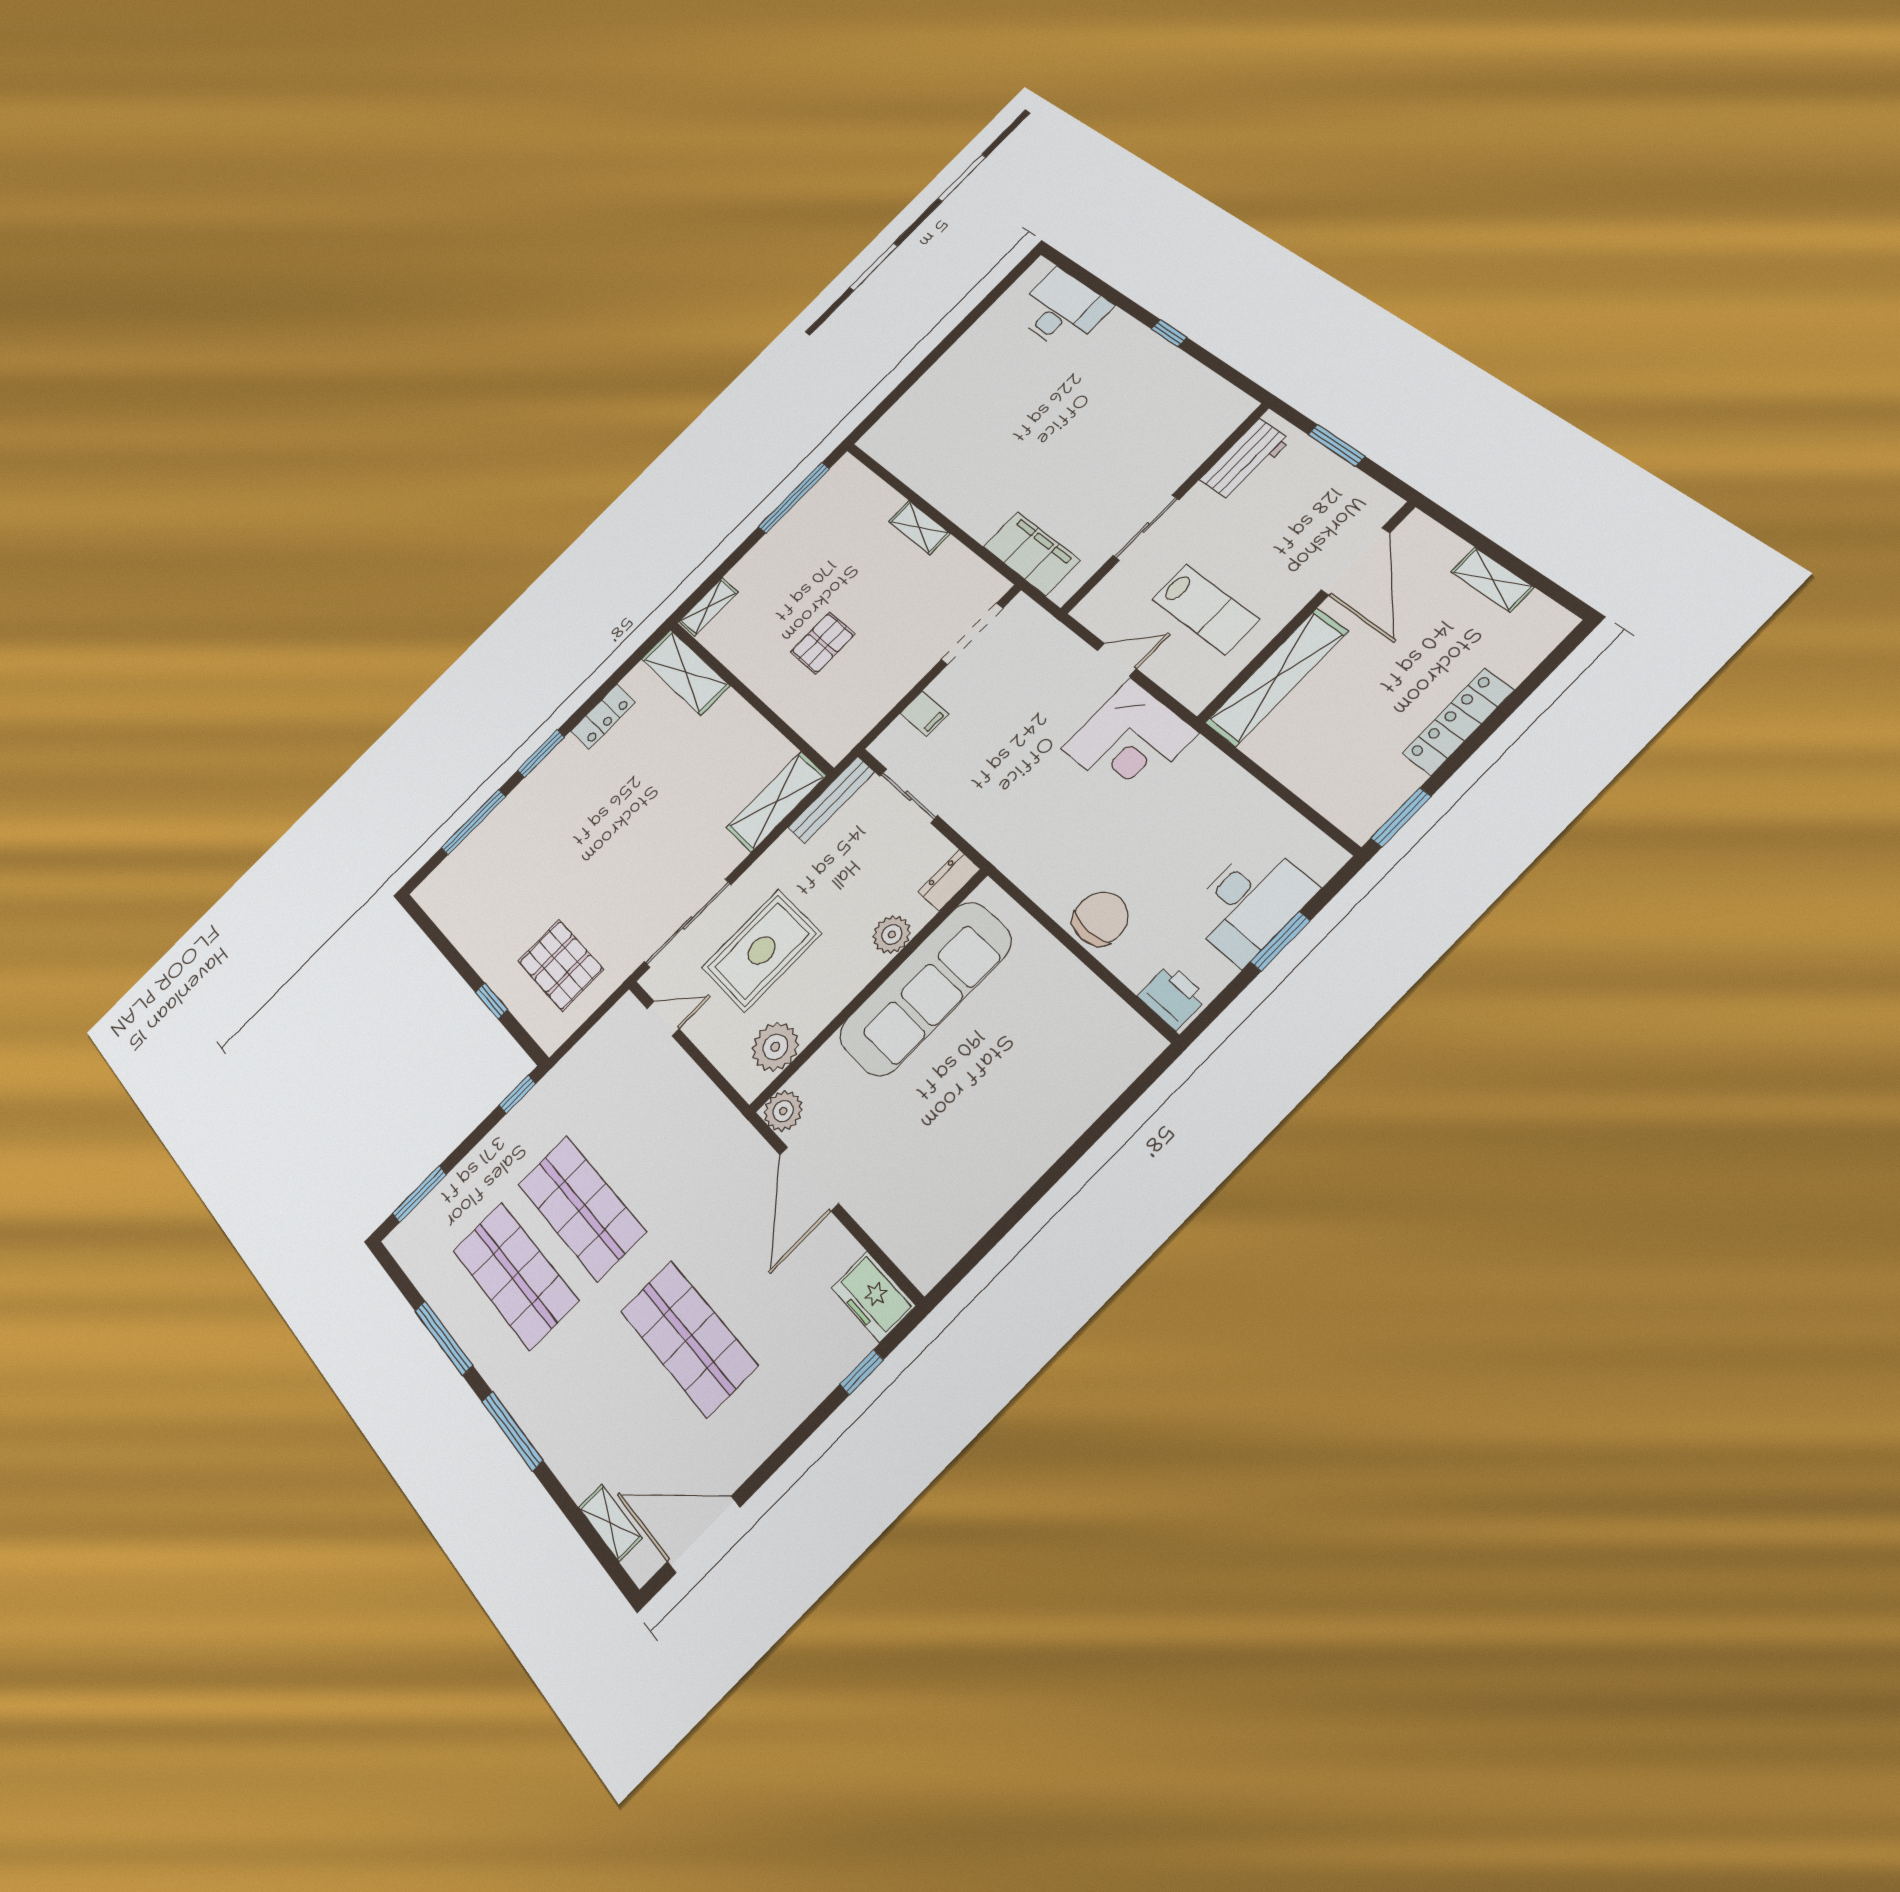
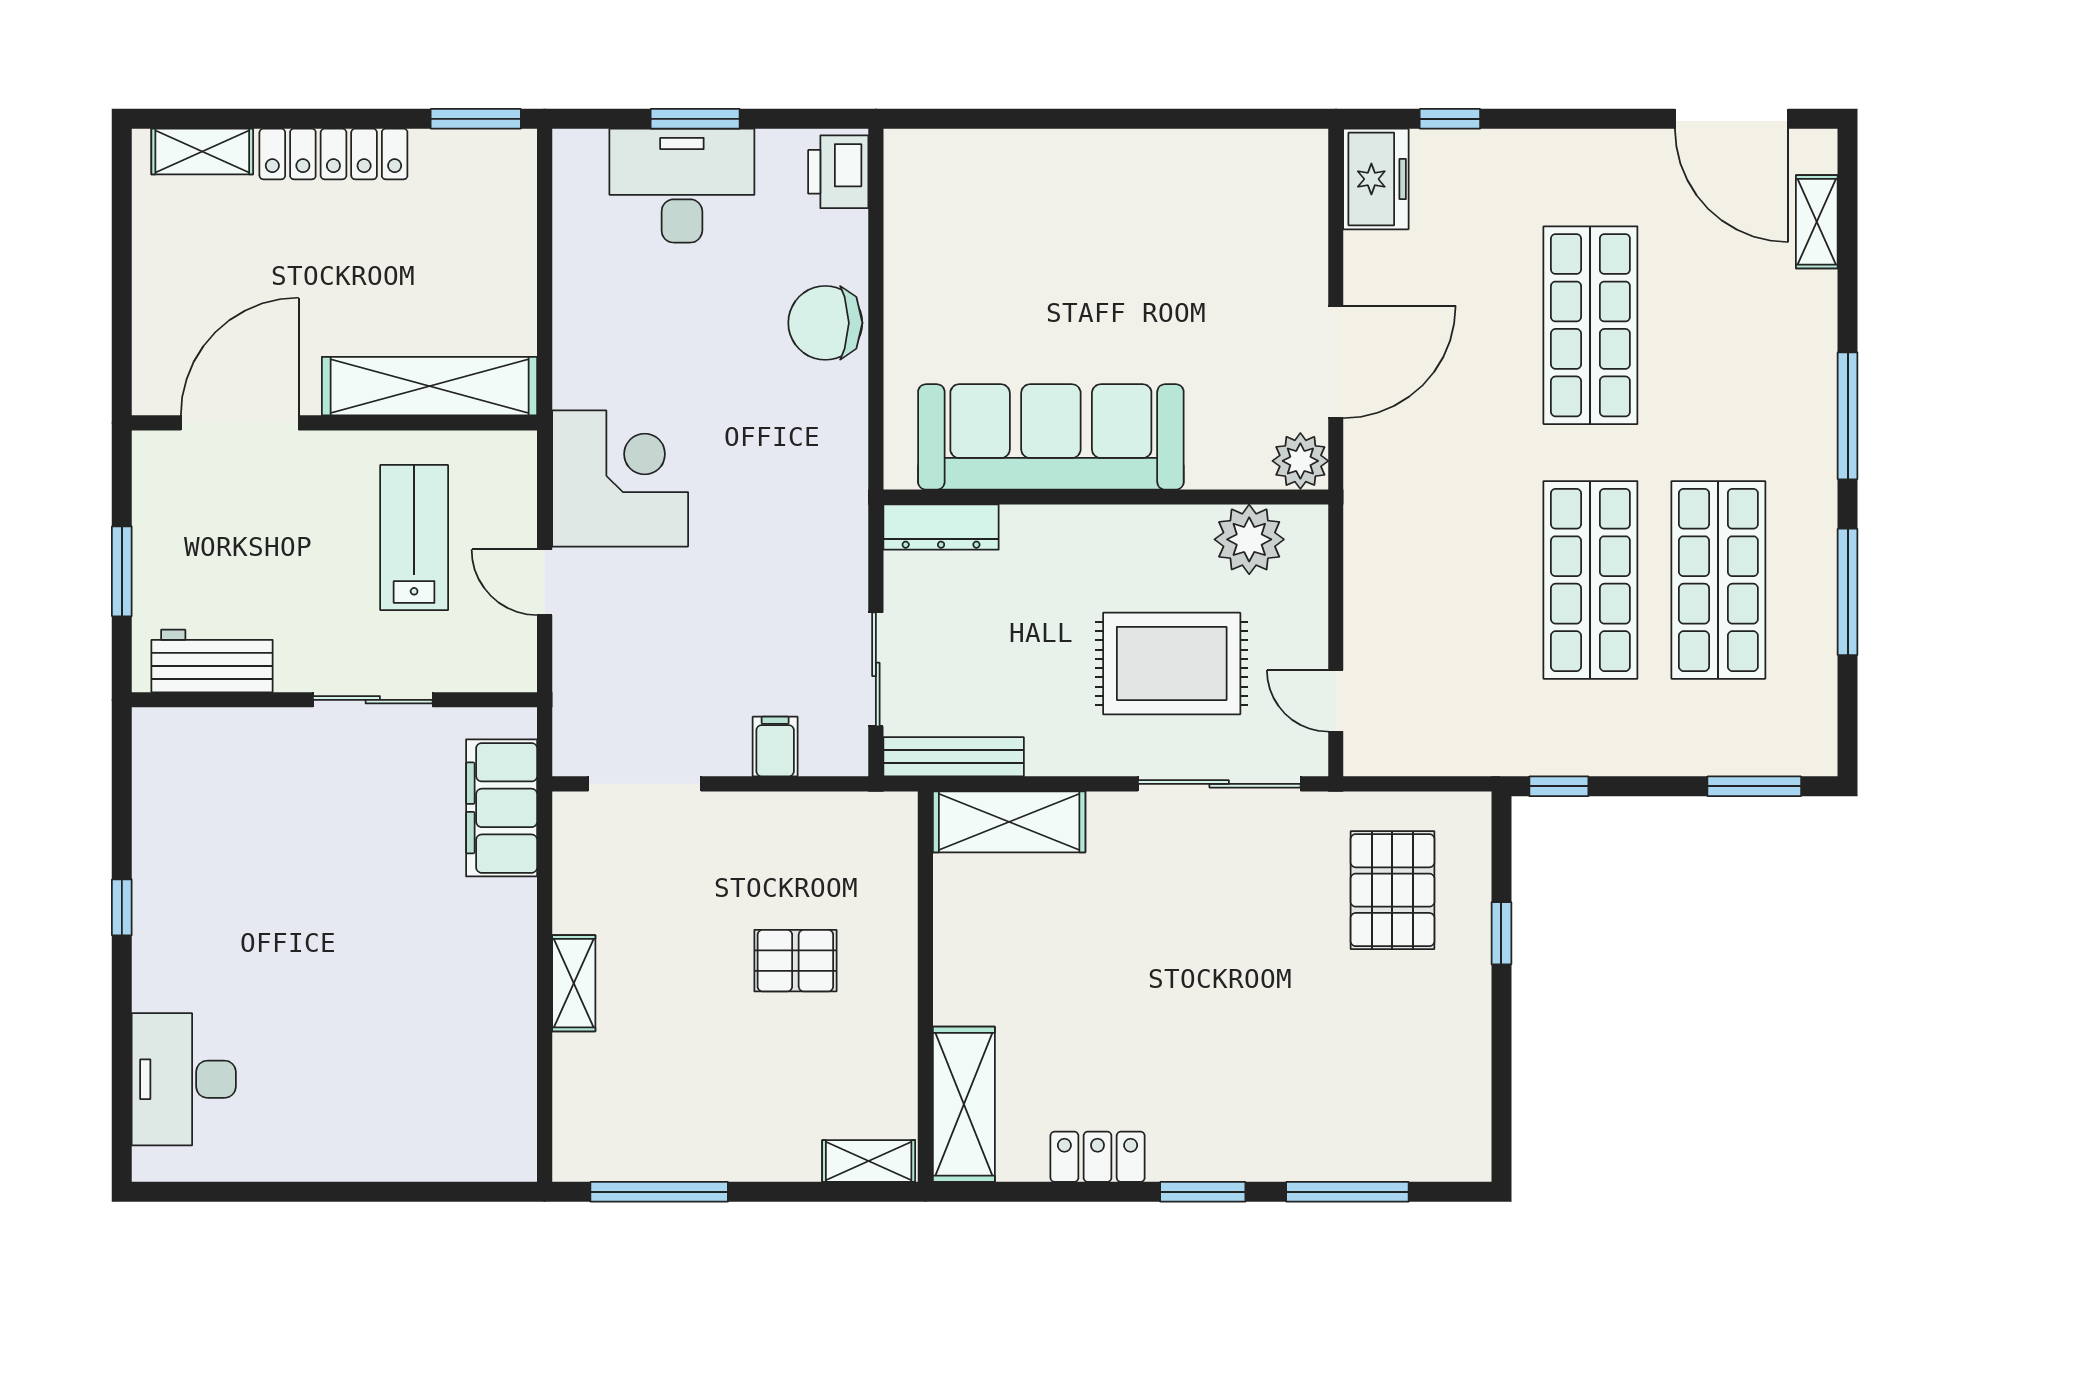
shelving: (1492, 580) -> (202, 152), moved, turned 90
dresser: (949, 880) -> (941, 527), width x1.44
plant: (892, 935) -> (1030, 532), removed

